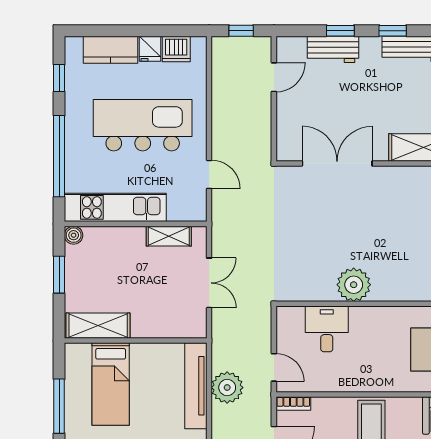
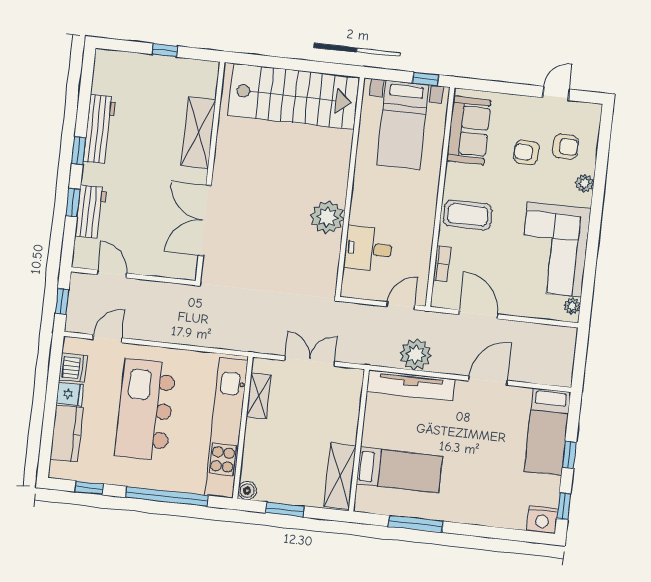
door: (209, 174) -> (107, 339), moved
kitchen unit: (115, 207) -> (226, 428), width x1.36
bookcase: (293, 404) -> (442, 264), moved

